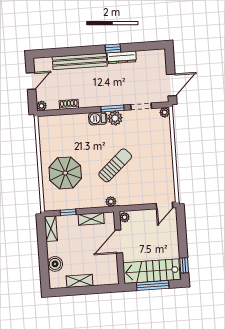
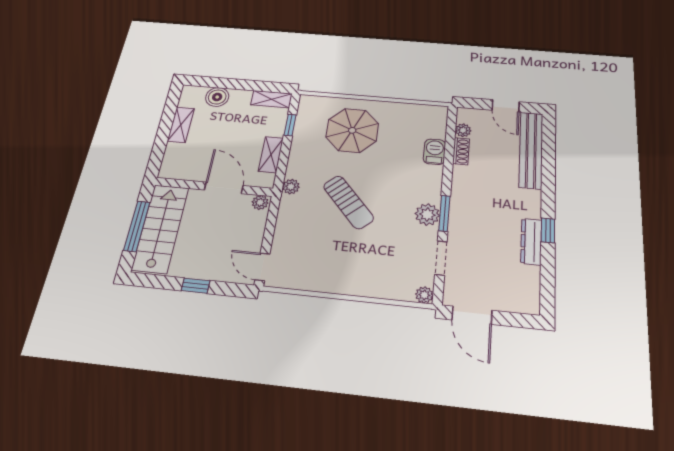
bench: (80, 61) -> (531, 150), moved
plant: (41, 106) -> (463, 130), moved
barbecue: (98, 118) -> (435, 152), moved
window: (184, 265) -> (196, 286), moved

